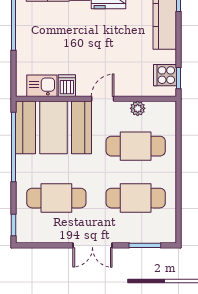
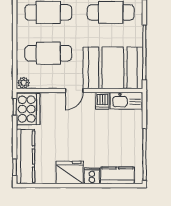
cooker: (165, 75) -> (28, 109), width x1.87, depth x1.31
kitchen sink: (42, 86) -> (126, 101), width x1.38
plant: (138, 108) -> (24, 83), moved

